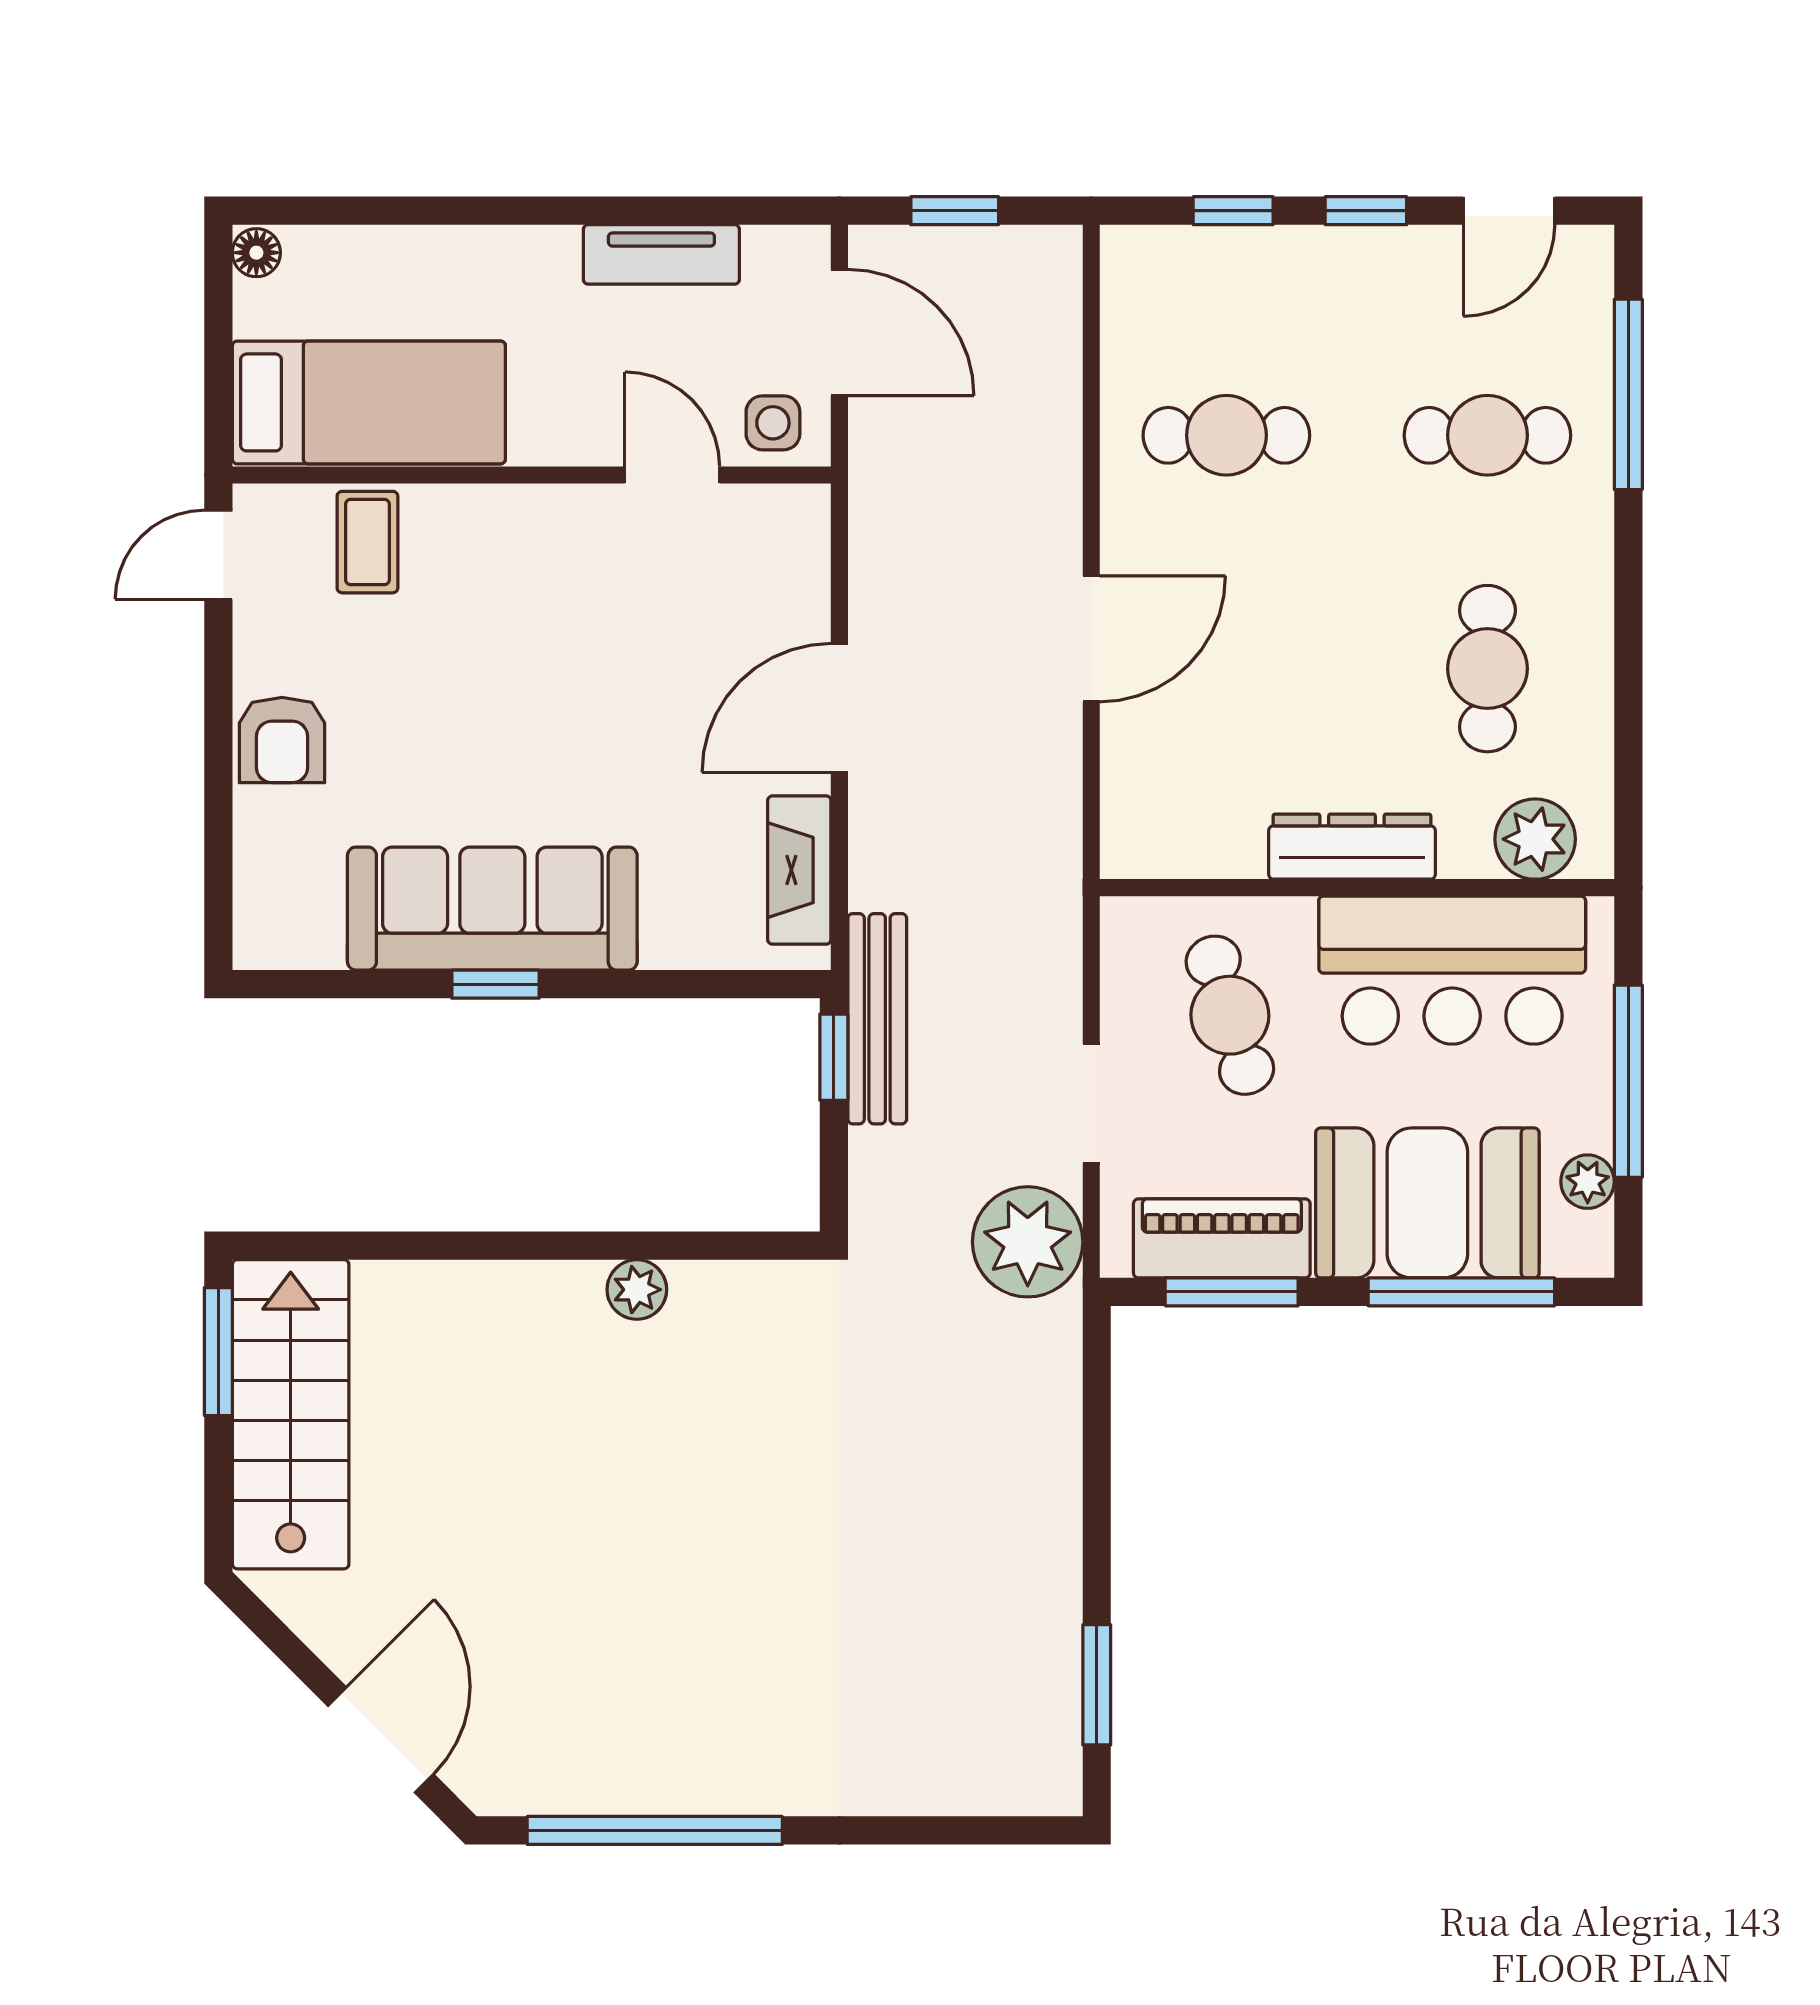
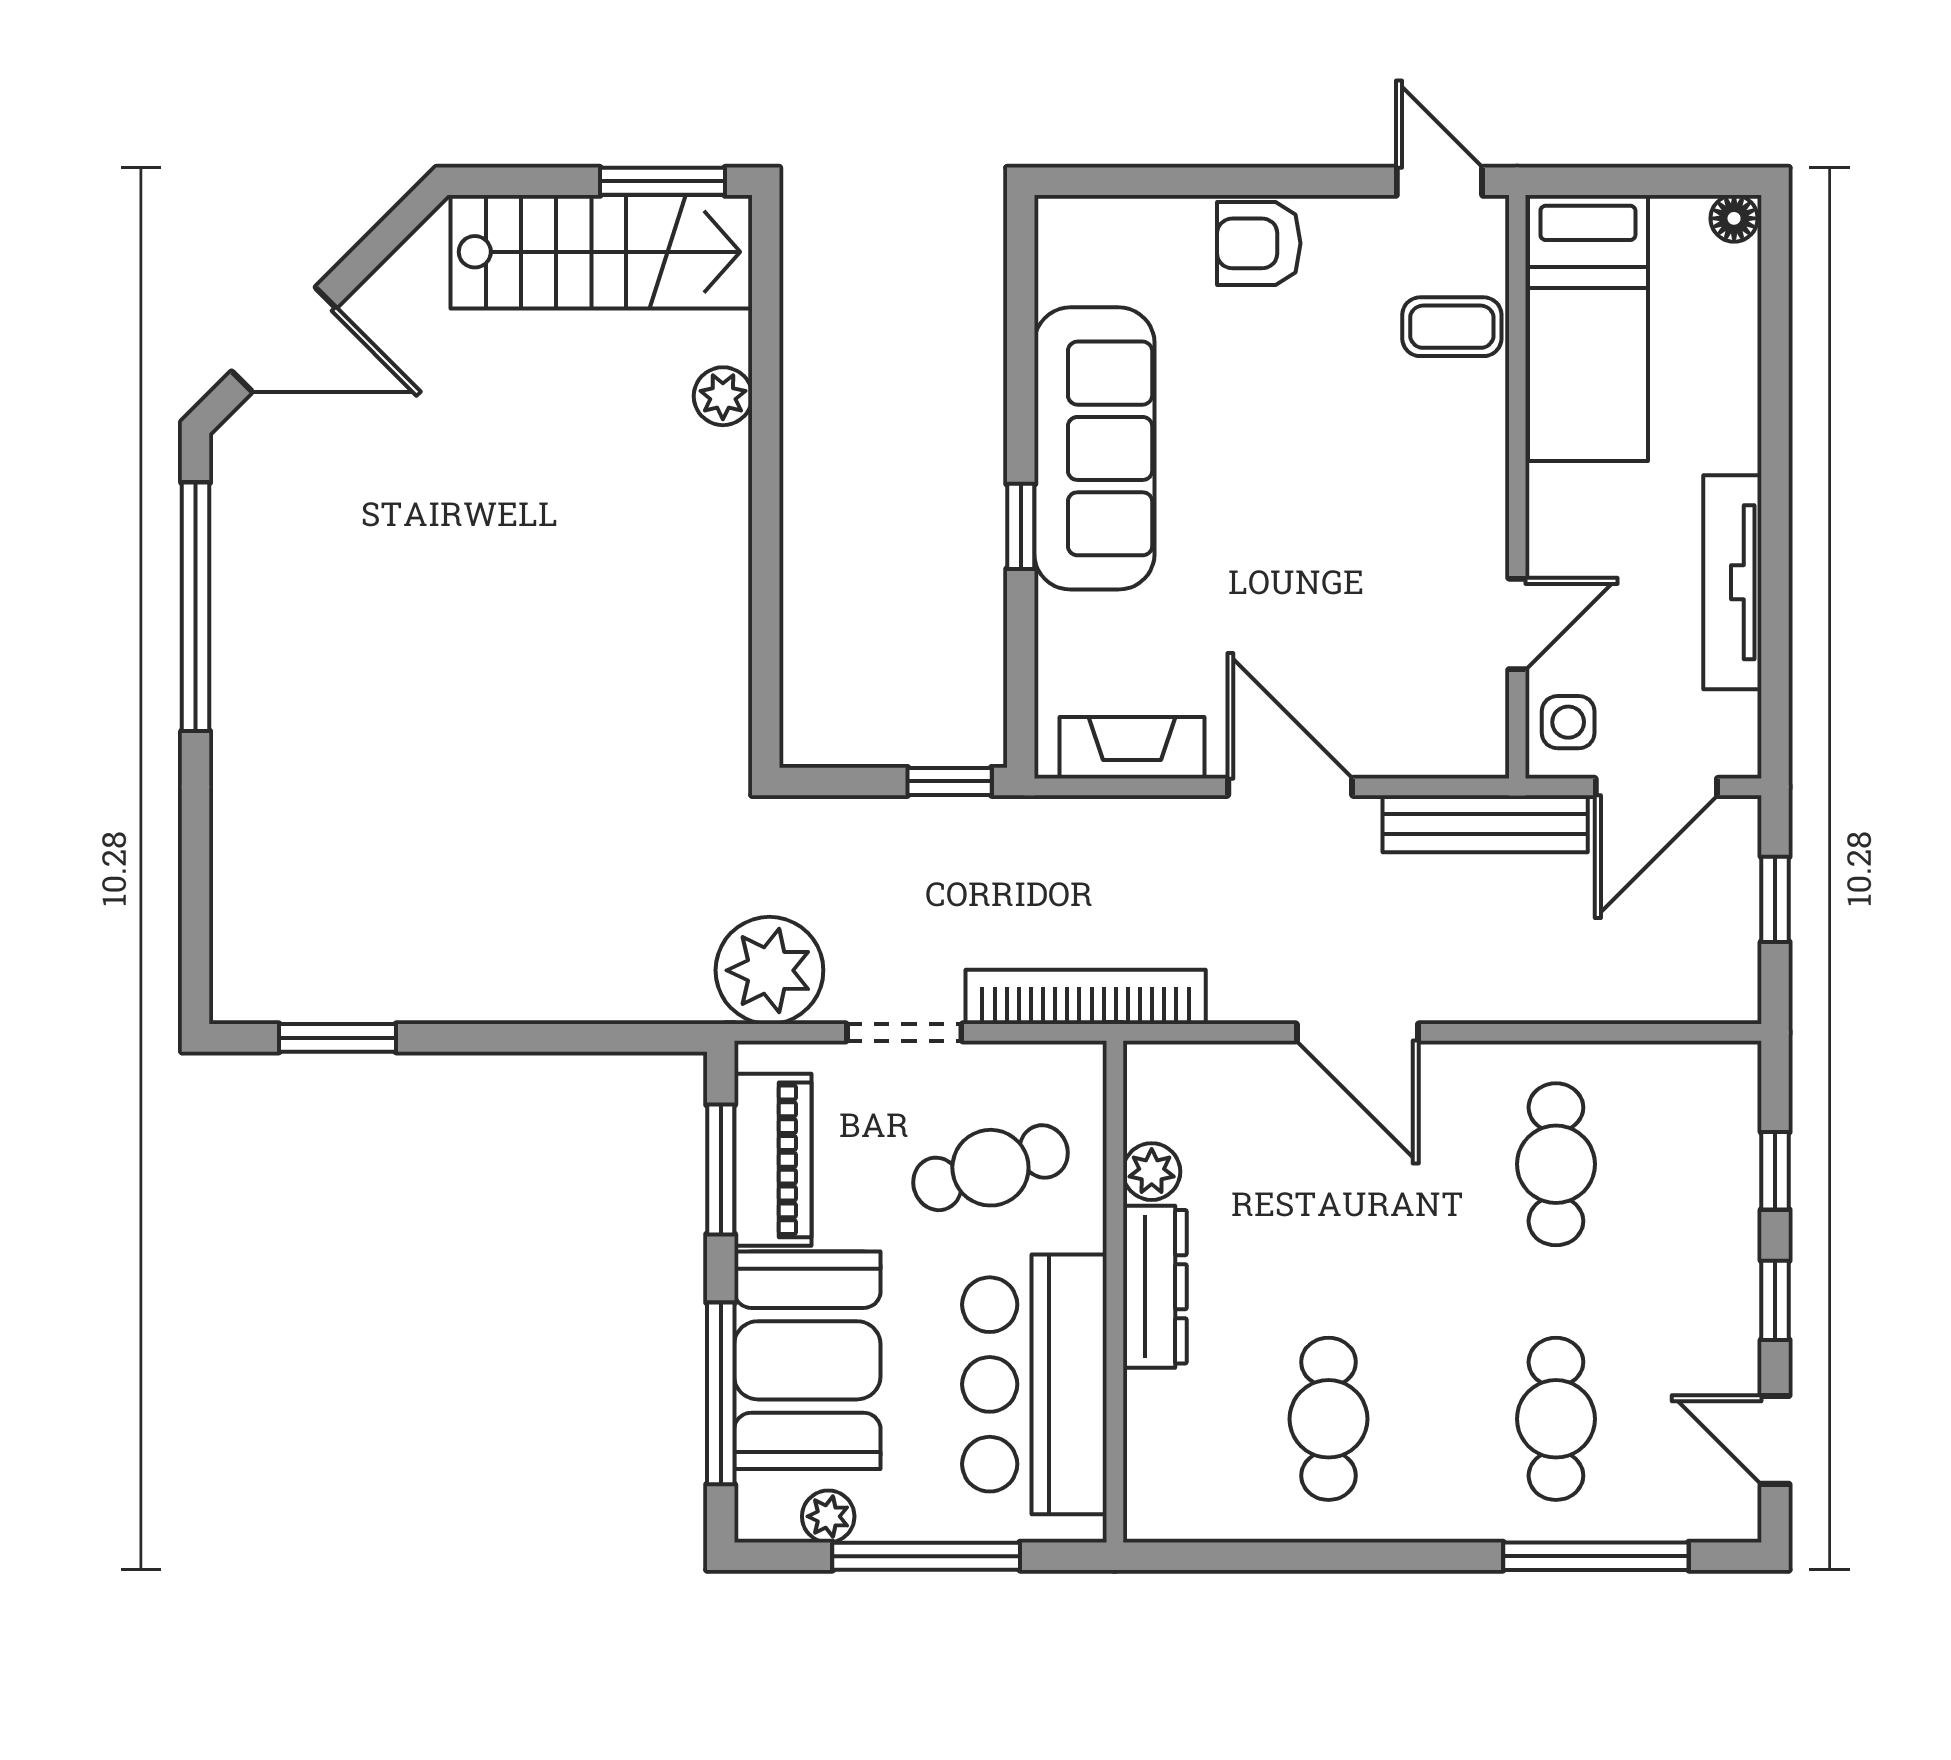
tv unit: (661, 254) -> (1732, 582), width x1.41
cafe table: (1487, 669) -> (1329, 1419), turned 90
plant: (1535, 839) -> (1152, 1172), moved, width x0.73, depth x0.73
bookcase: (1055, 918) -> (1086, 997), added
window: (495, 984) -> (1021, 526), moved
bench: (877, 1019) -> (1485, 824), moved
plant: (637, 1290) -> (723, 396), moved

